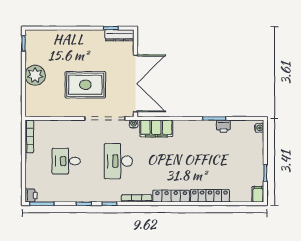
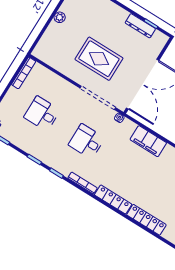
dresser: (119, 35) -> (140, 26), moved
plant: (35, 75) -> (60, 17), width x0.53, depth x0.53
filing cabinet: (156, 128) -> (148, 141), moved
desk: (118, 161) -> (87, 141), width x0.73

